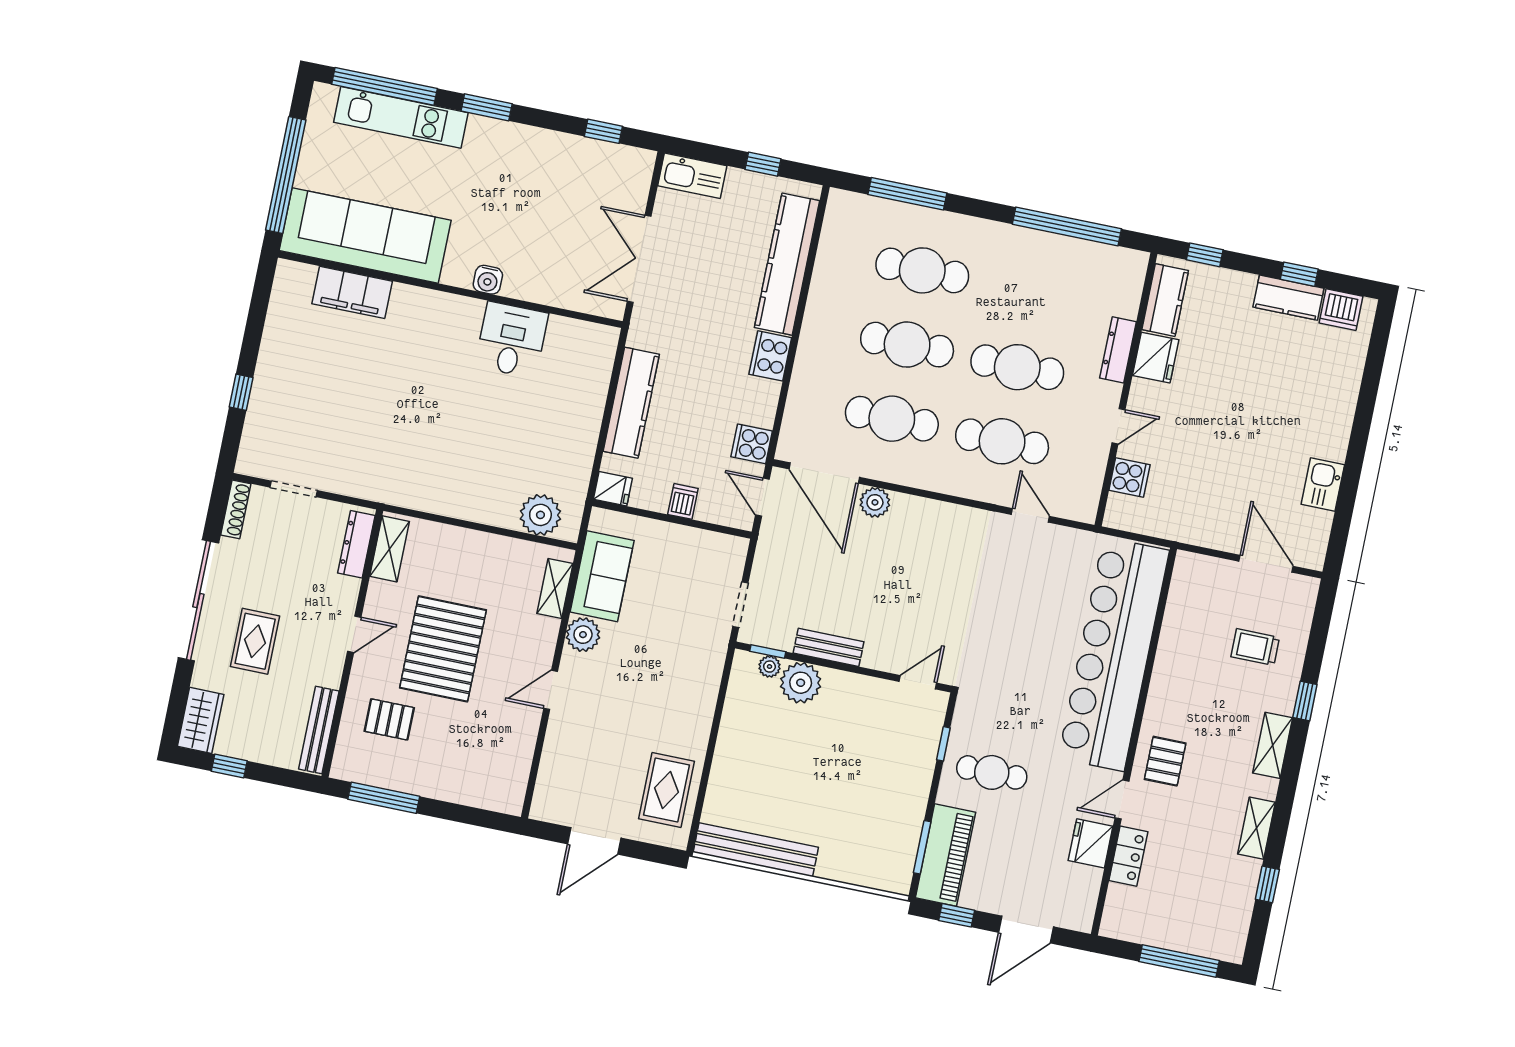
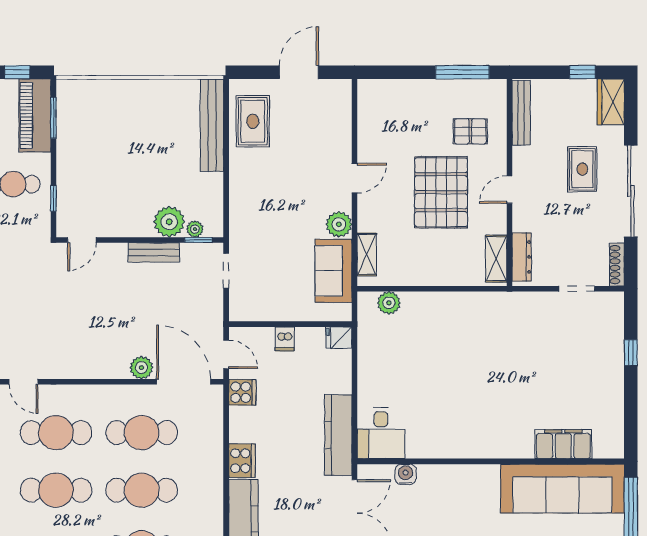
water cooler: (488, 280) -> (406, 474), moved
desk: (512, 340) -> (381, 433), moved
kitchen counter: (631, 403) -> (338, 435), moved
plant: (540, 515) -> (389, 303), width x0.73, depth x0.73
bench: (756, 850) -> (212, 125), moved, turned 90

